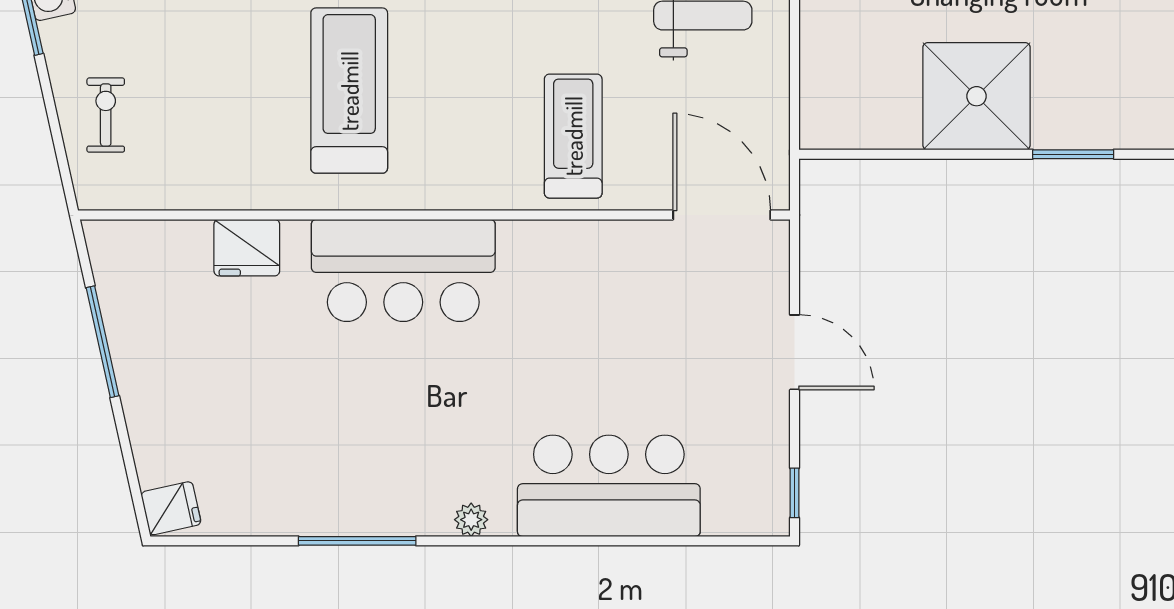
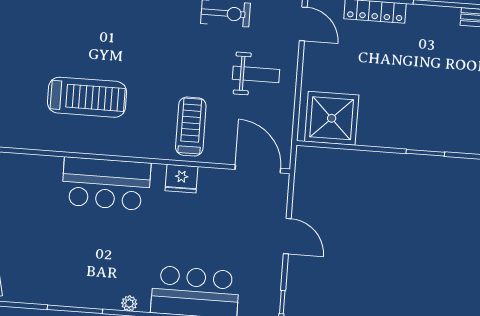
treadmill: (349, 91) -> (87, 97), turned 90
shower: (977, 96) -> (332, 118), moved
fridge: (247, 248) -> (181, 179), moved

